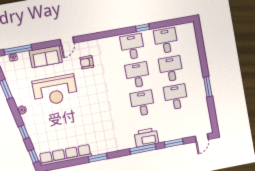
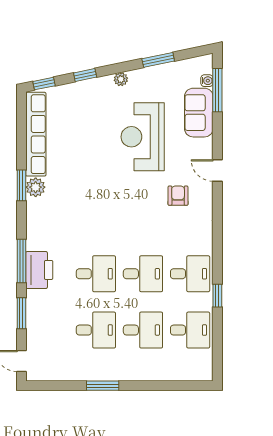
sofa: (46, 57) -> (199, 113), moved
plant: (97, 149) -> (36, 187), added

